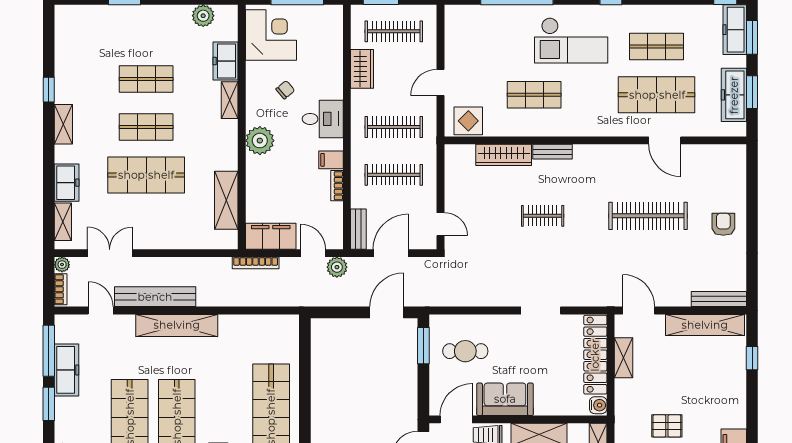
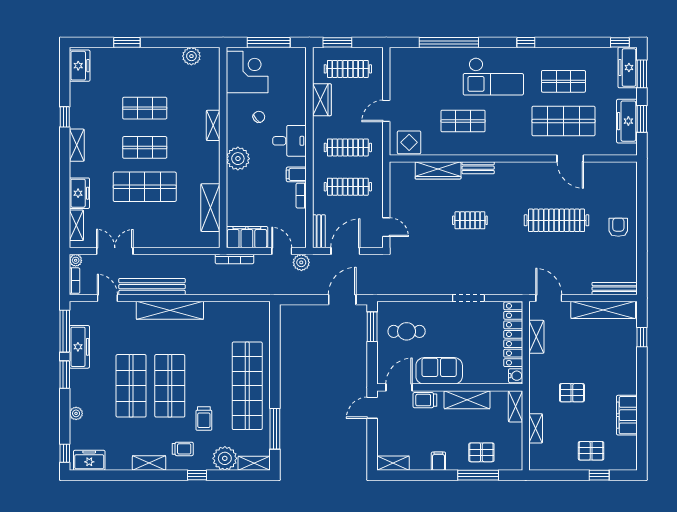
freezer: (225, 61) -> (80, 66), moved, turned 180

